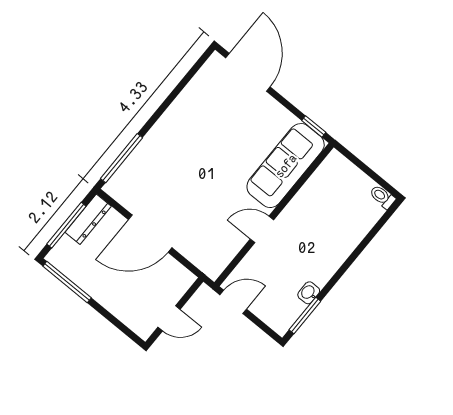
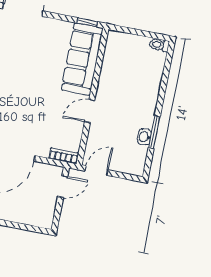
bookcase: (205, 265) -> (64, 156), added
window: (305, 316) -> (154, 132), moved
door: (169, 318) -> (63, 187), moved

